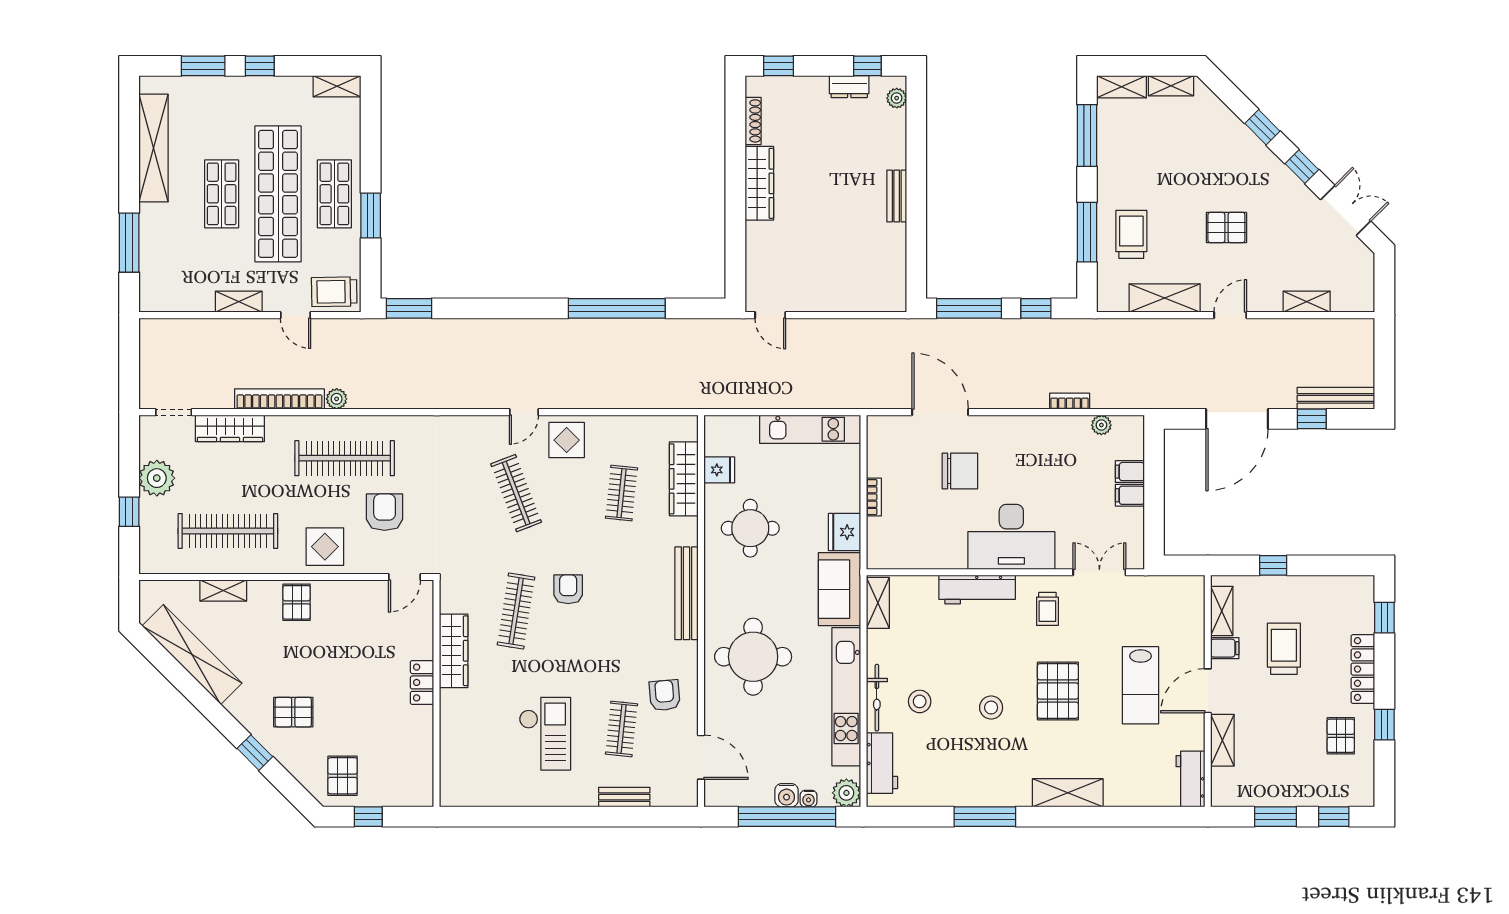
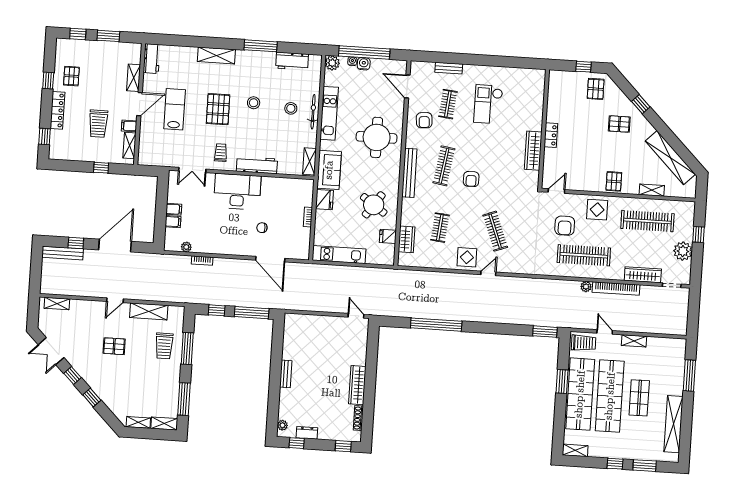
shop shelf: (334, 194) -> (580, 394), width x2.00, depth x1.36
shelving: (1307, 302) -> (57, 304), moved
chair: (960, 471) -> (262, 228), width x0.54, depth x0.54
wardrobe: (684, 479) -> (406, 239), width x0.67
round table: (750, 528) -> (374, 205), turned 35
clothes rail: (516, 611) -> (444, 166), moved
kitchen unit: (846, 697) -> (329, 113), width x0.73
workbench: (882, 763) -> (292, 61), moved, turned -90

